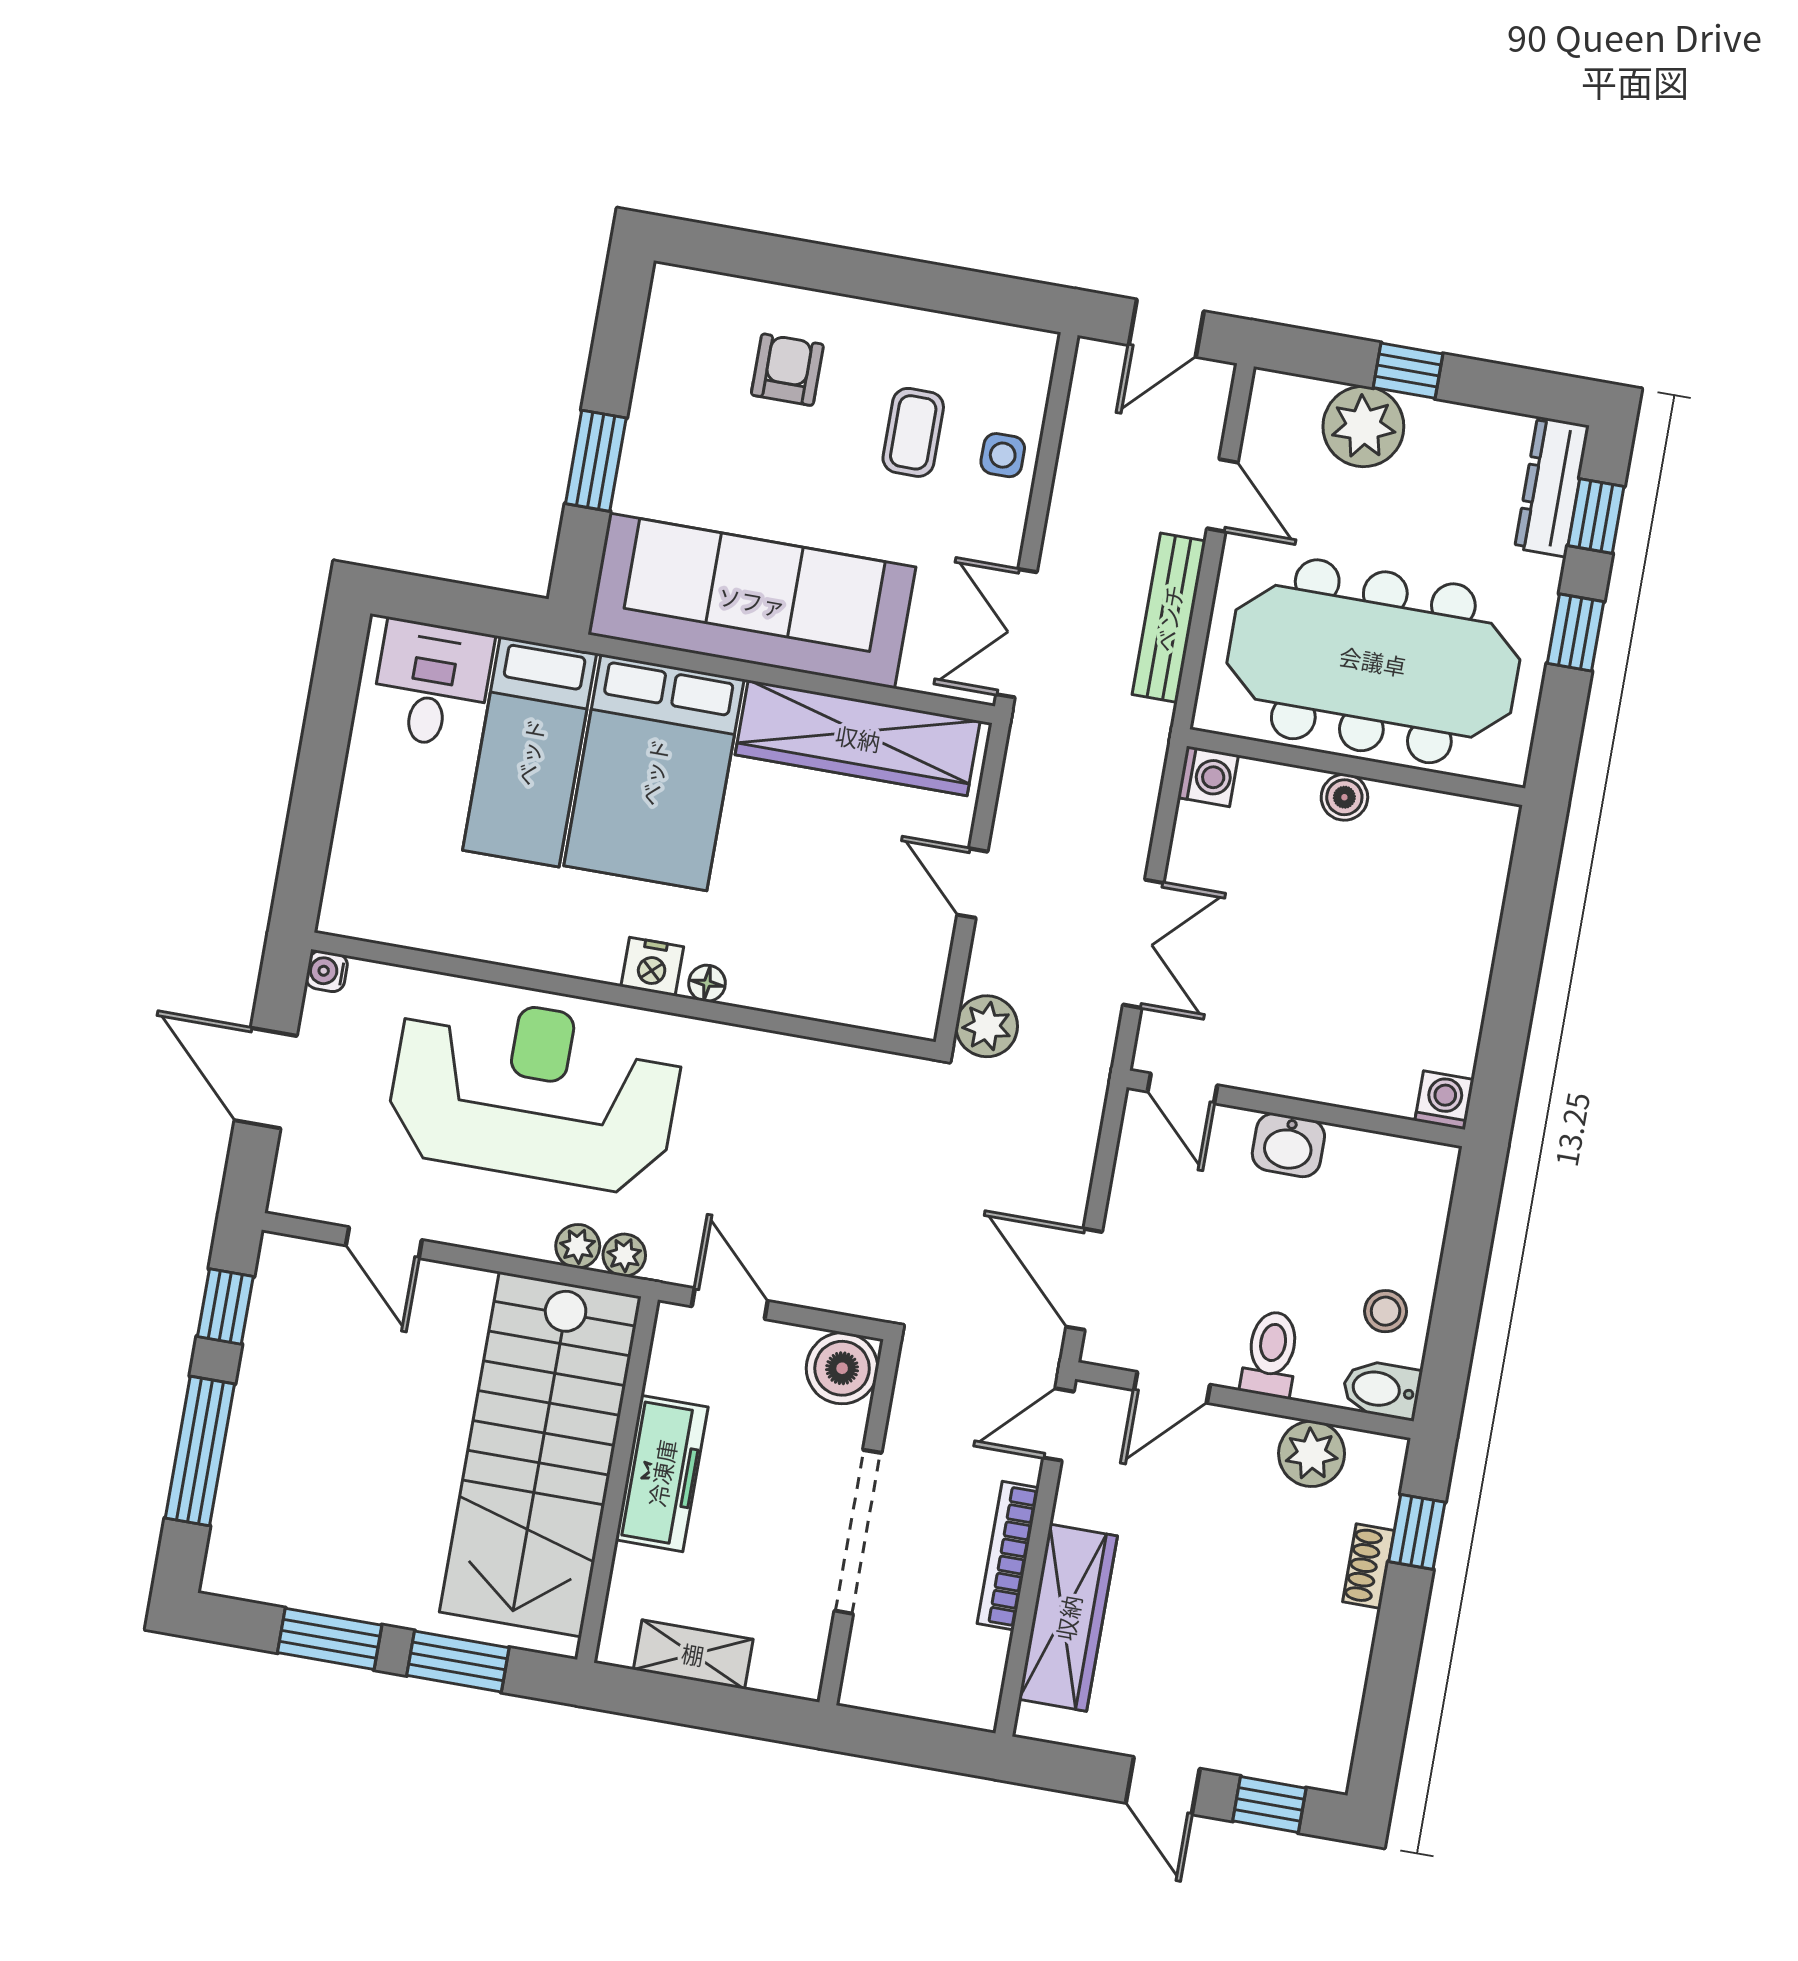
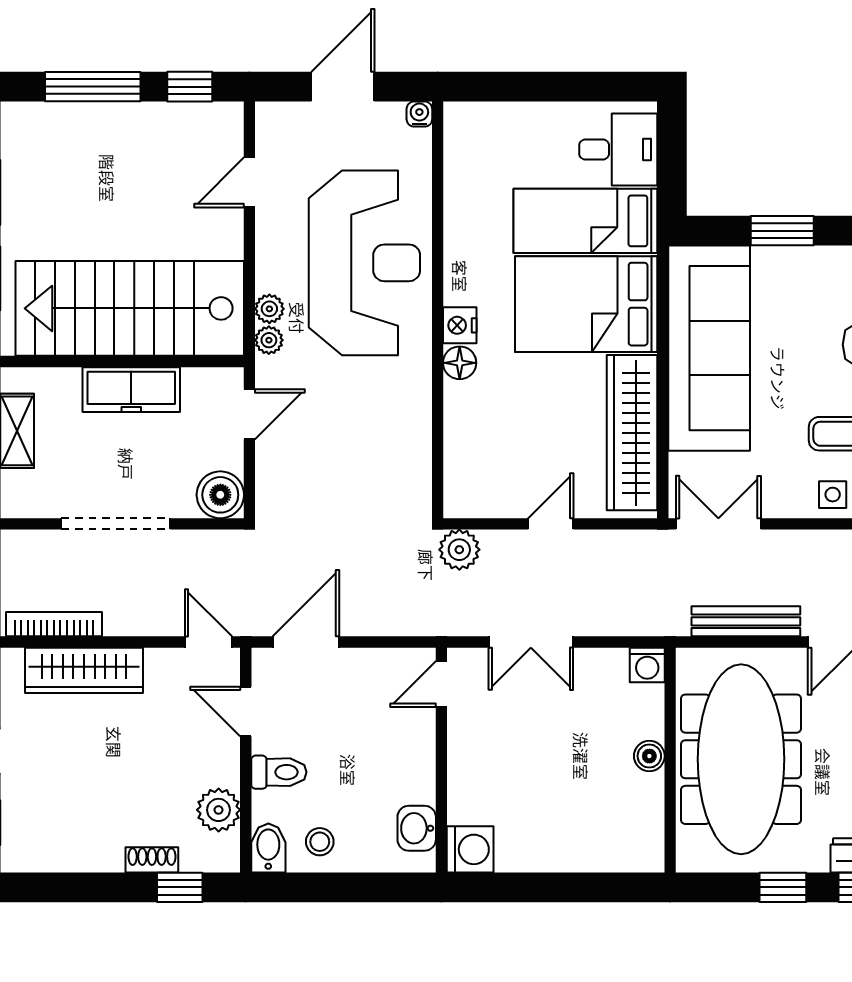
floor lamp: (707, 983) -> (460, 363), width x1.37, depth x1.37
washing machine: (1444, 1100) -> (470, 849), width x1.38, depth x1.38
washbasin: (1288, 1145) -> (417, 828), moved
bookcase: (1008, 1556) -> (54, 624), moved

